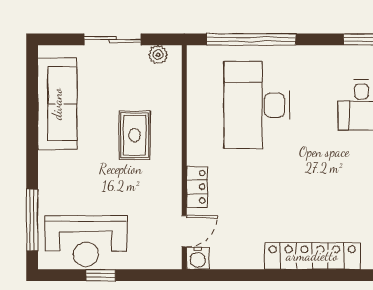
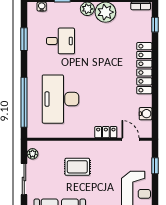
desk: (257, 105) -> (60, 99), turned 90
water cooler: (198, 258) -> (146, 114), moved
window: (101, 275) -> (155, 166), moved

